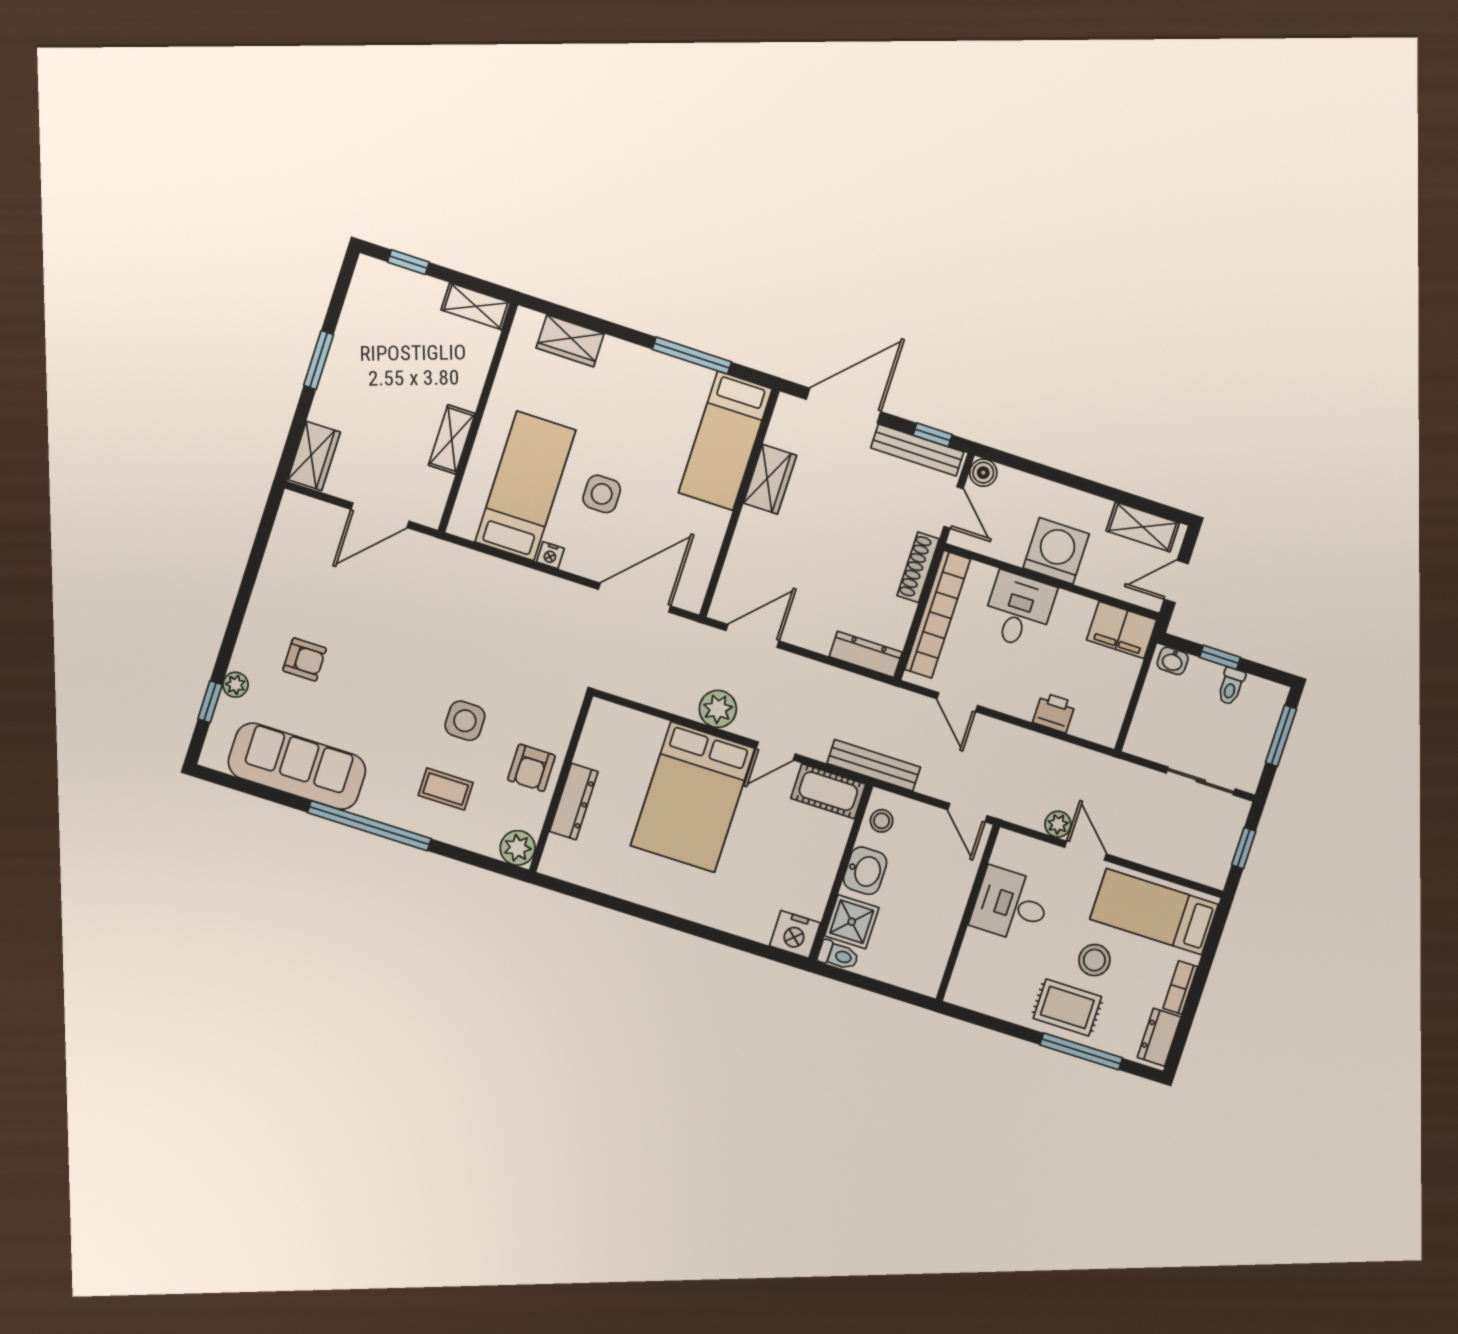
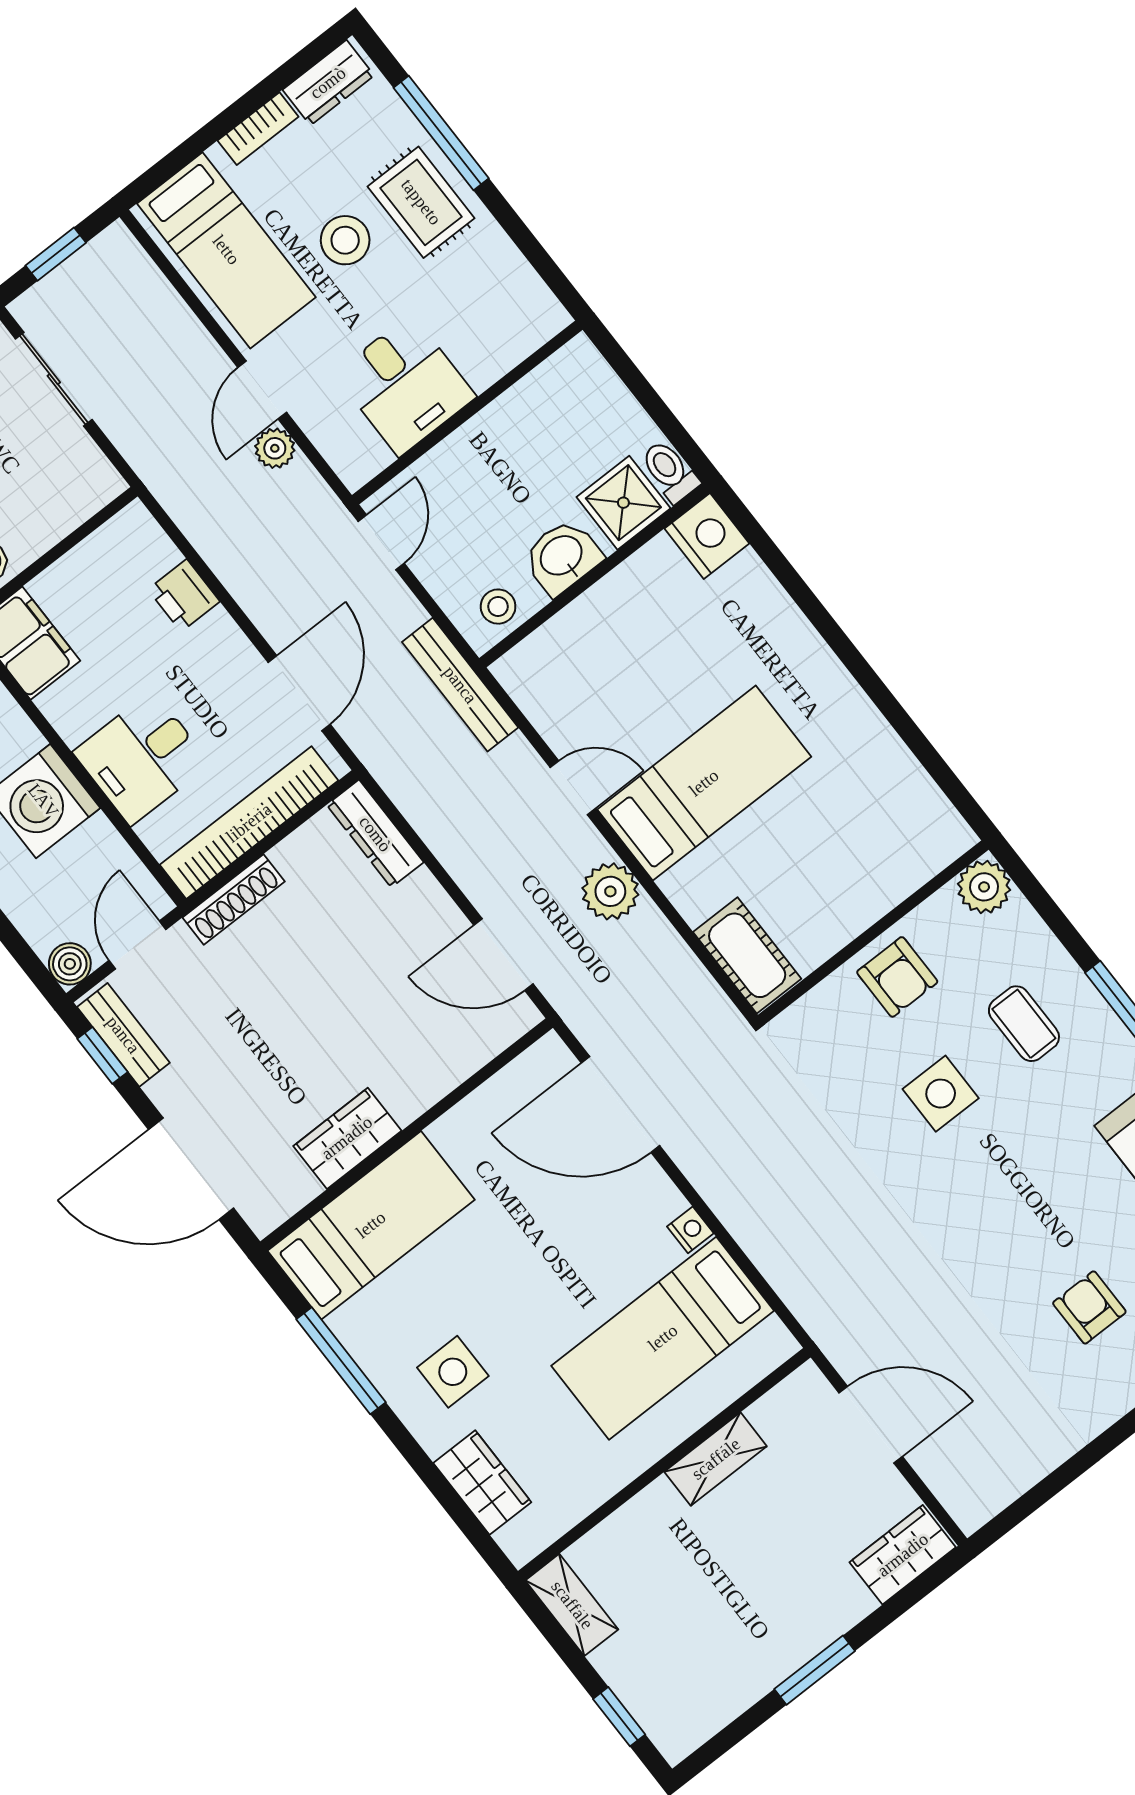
bench: (917, 450) -> (123, 1035), width x0.73
side table: (602, 494) -> (453, 1372), moved
door: (957, 702) -> (299, 693), width x1.38
armchair: (531, 768) -> (897, 977), turned 90
cot: (828, 791) -> (747, 955), moved
bed: (693, 797) -> (704, 783), width x0.67
dresser: (574, 802) -> (873, 898), removed

